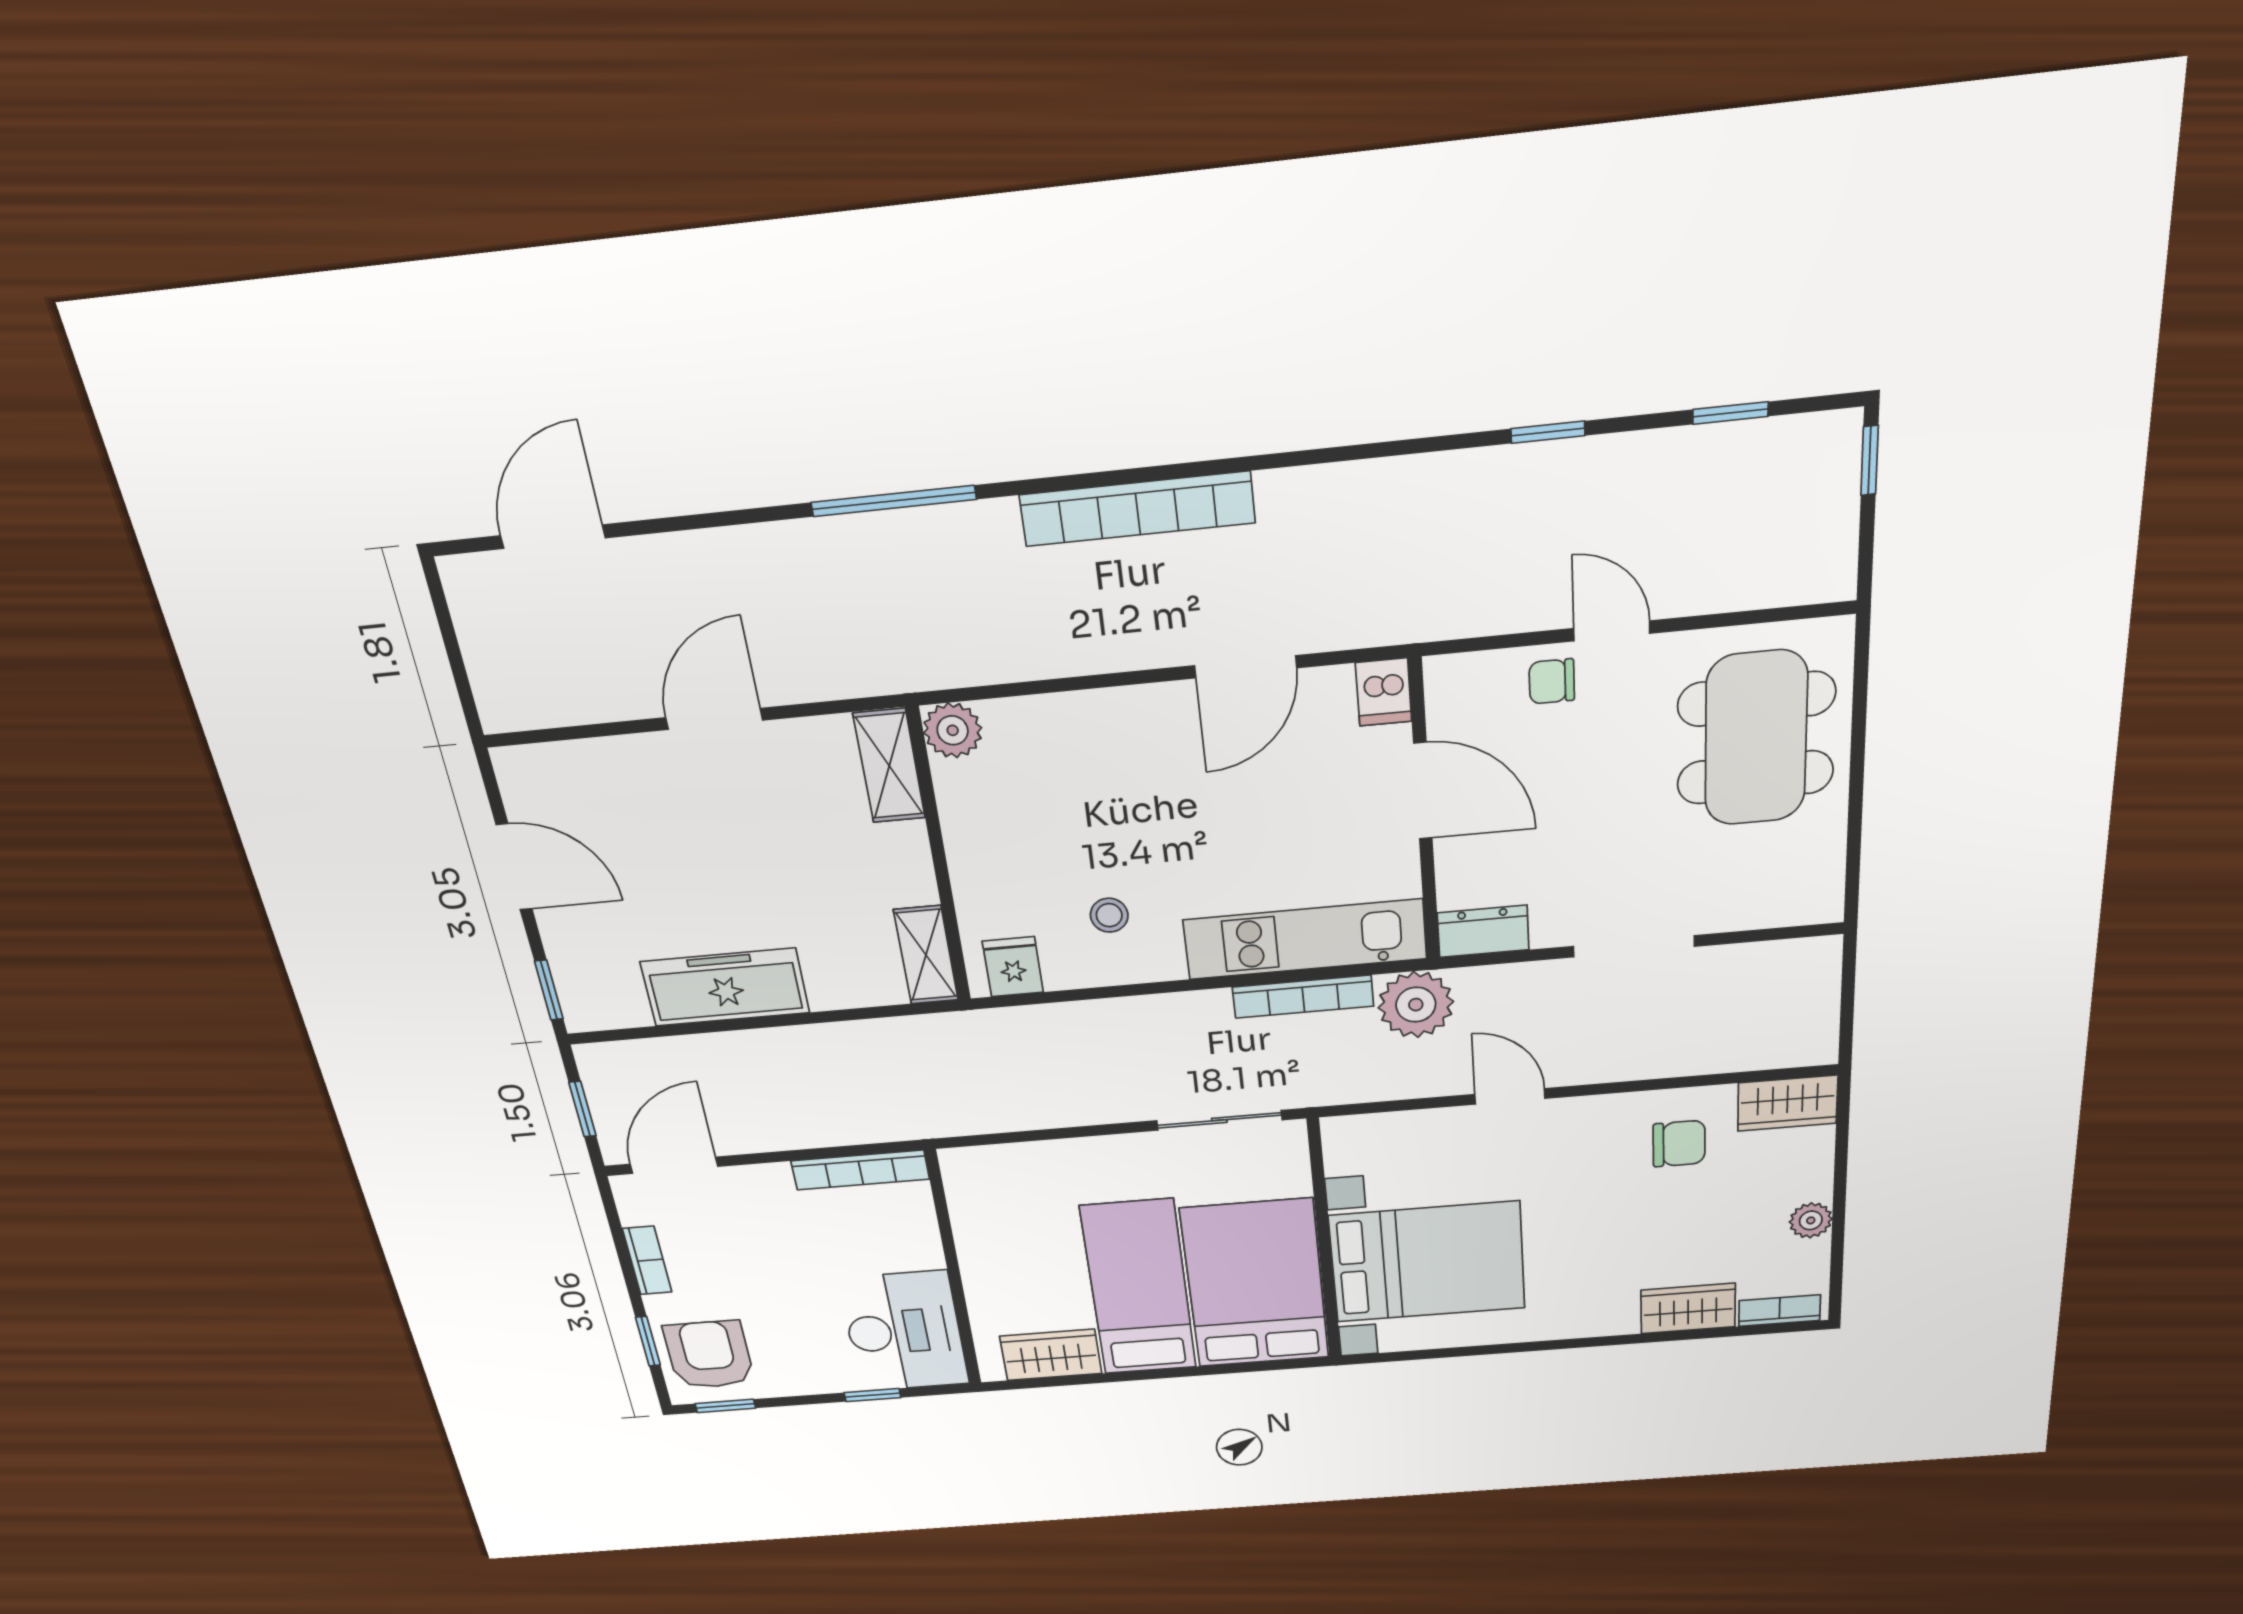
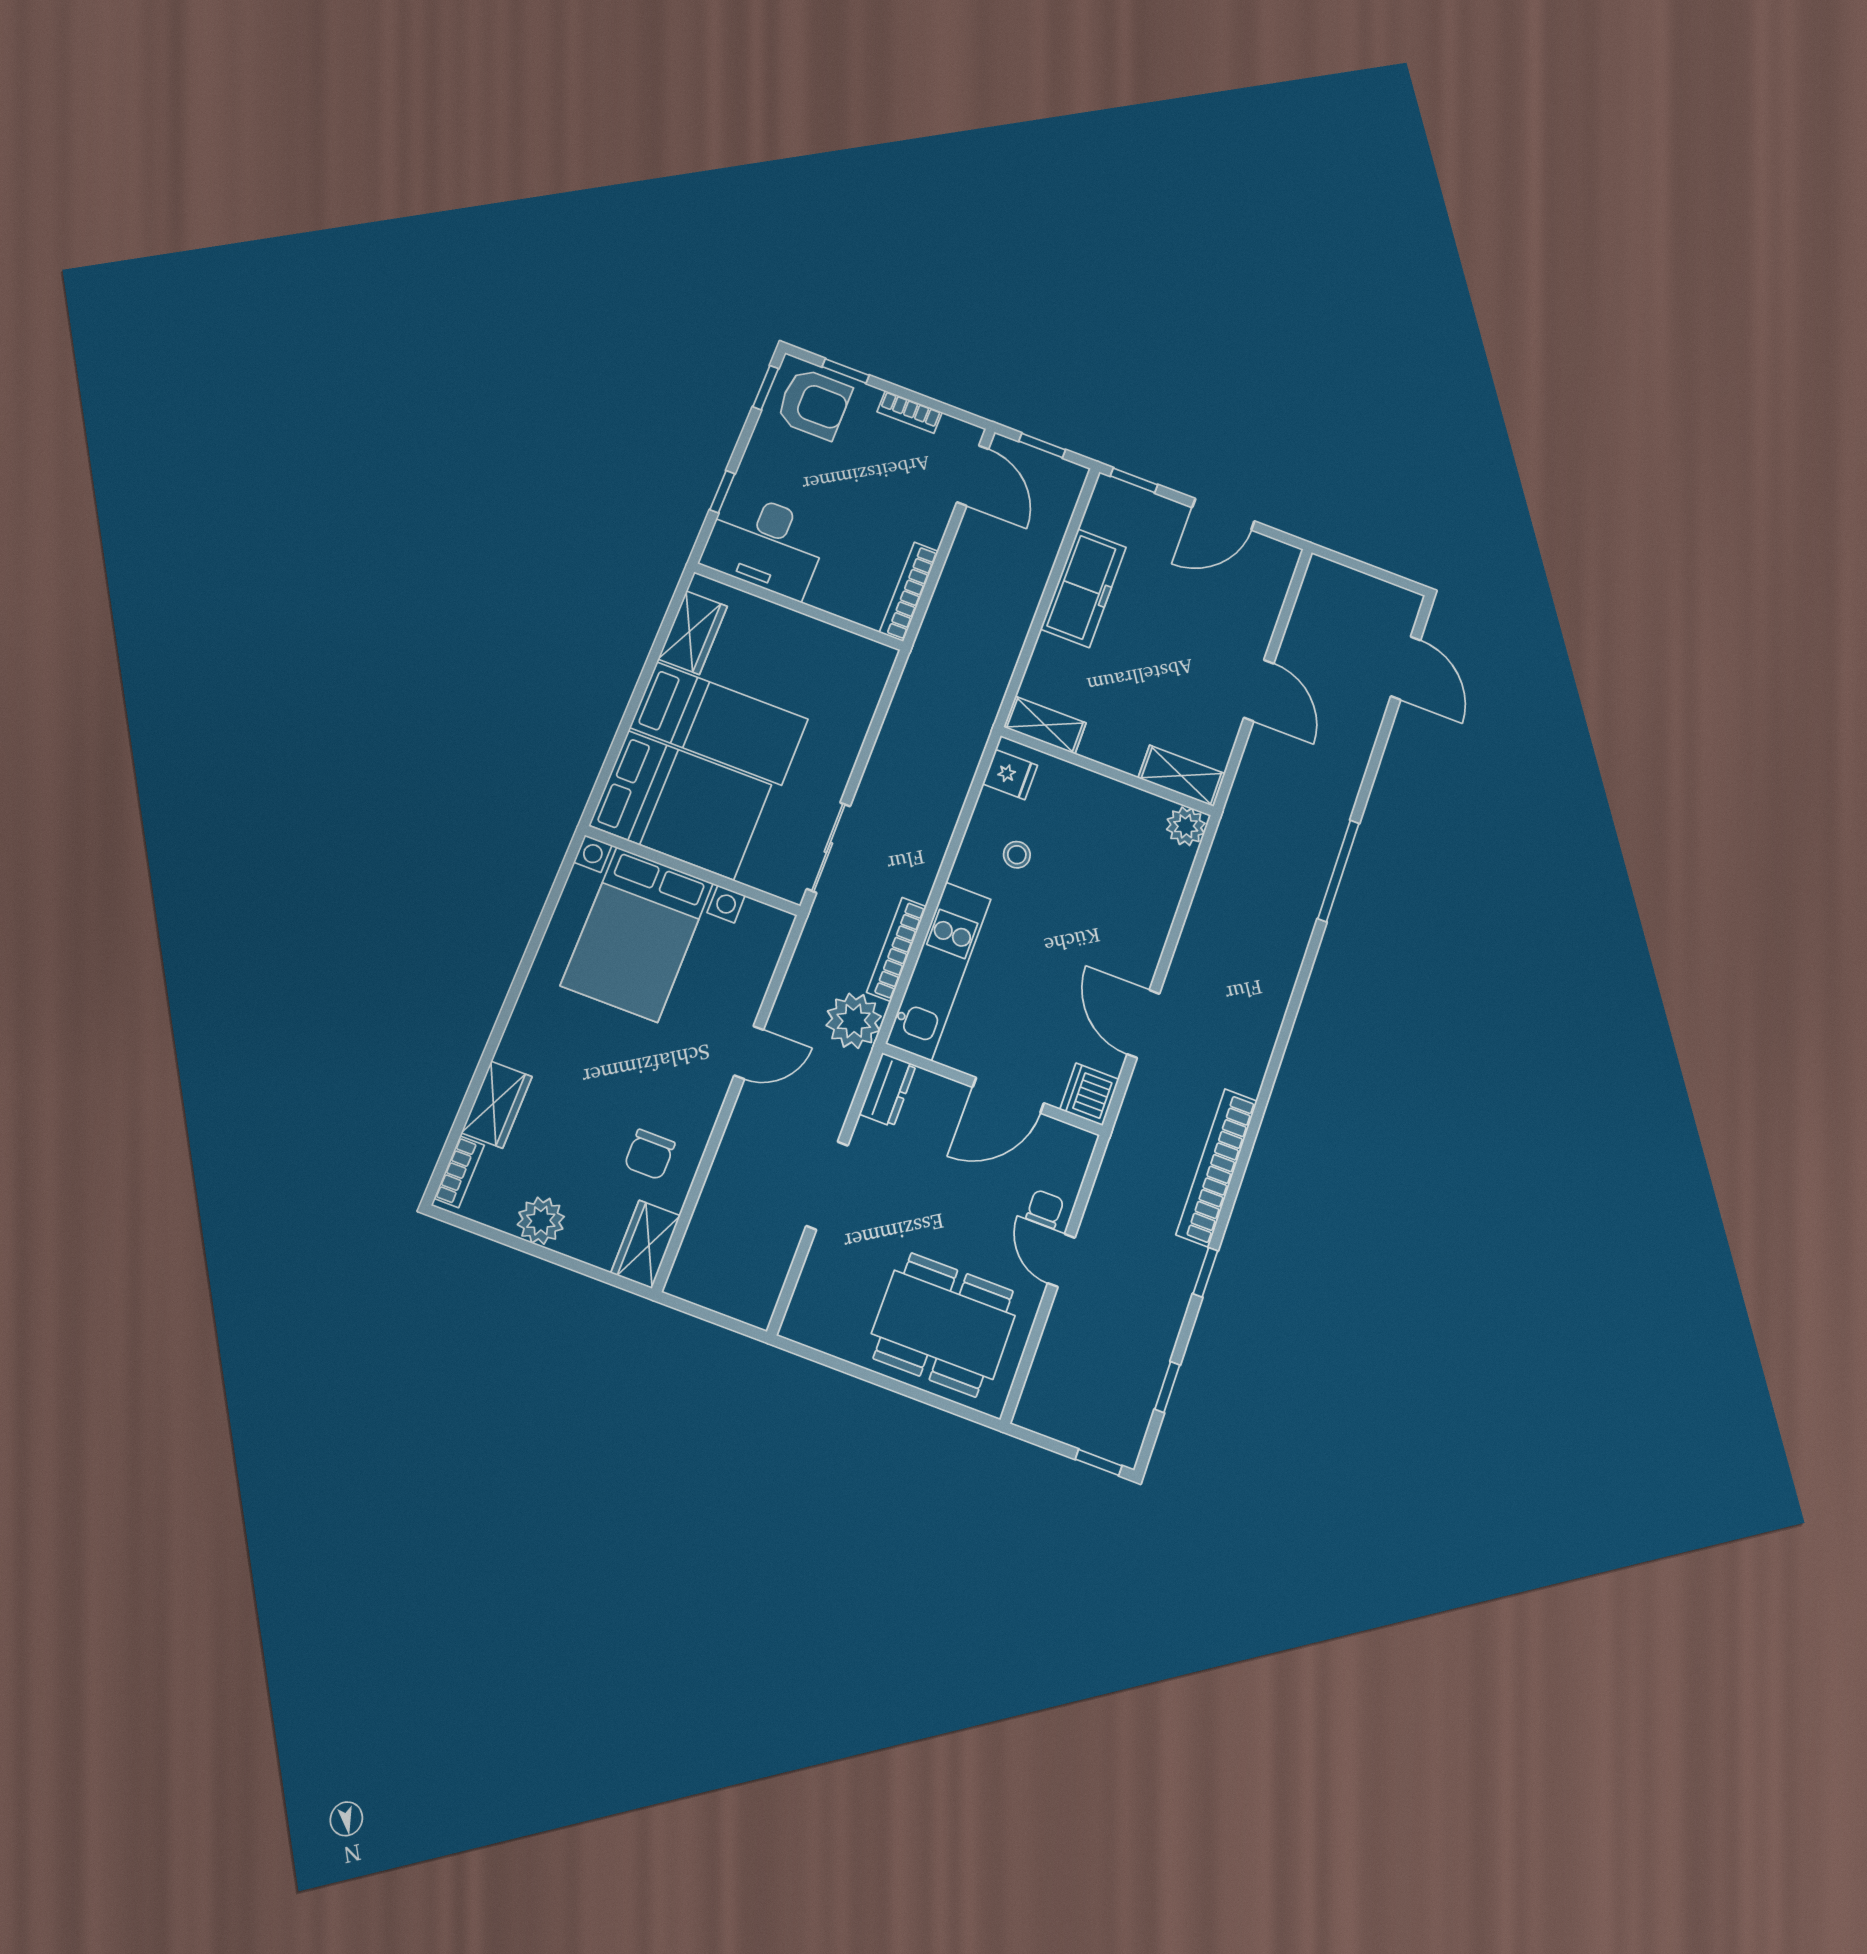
bookcase: (1137, 509) -> (1217, 1167), moved
door: (1612, 631) -> (1061, 1260), swing flipped
dishwasher: (1384, 692) -> (1089, 1094), width x1.38
plant: (1811, 1220) -> (541, 1221), width x1.38, depth x1.38

